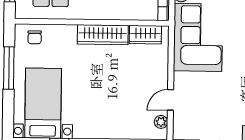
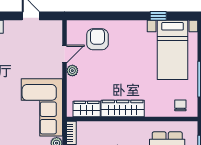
armchair: (131, 117) -> (97, 39), added
plant: (161, 122) -> (72, 71), moved

